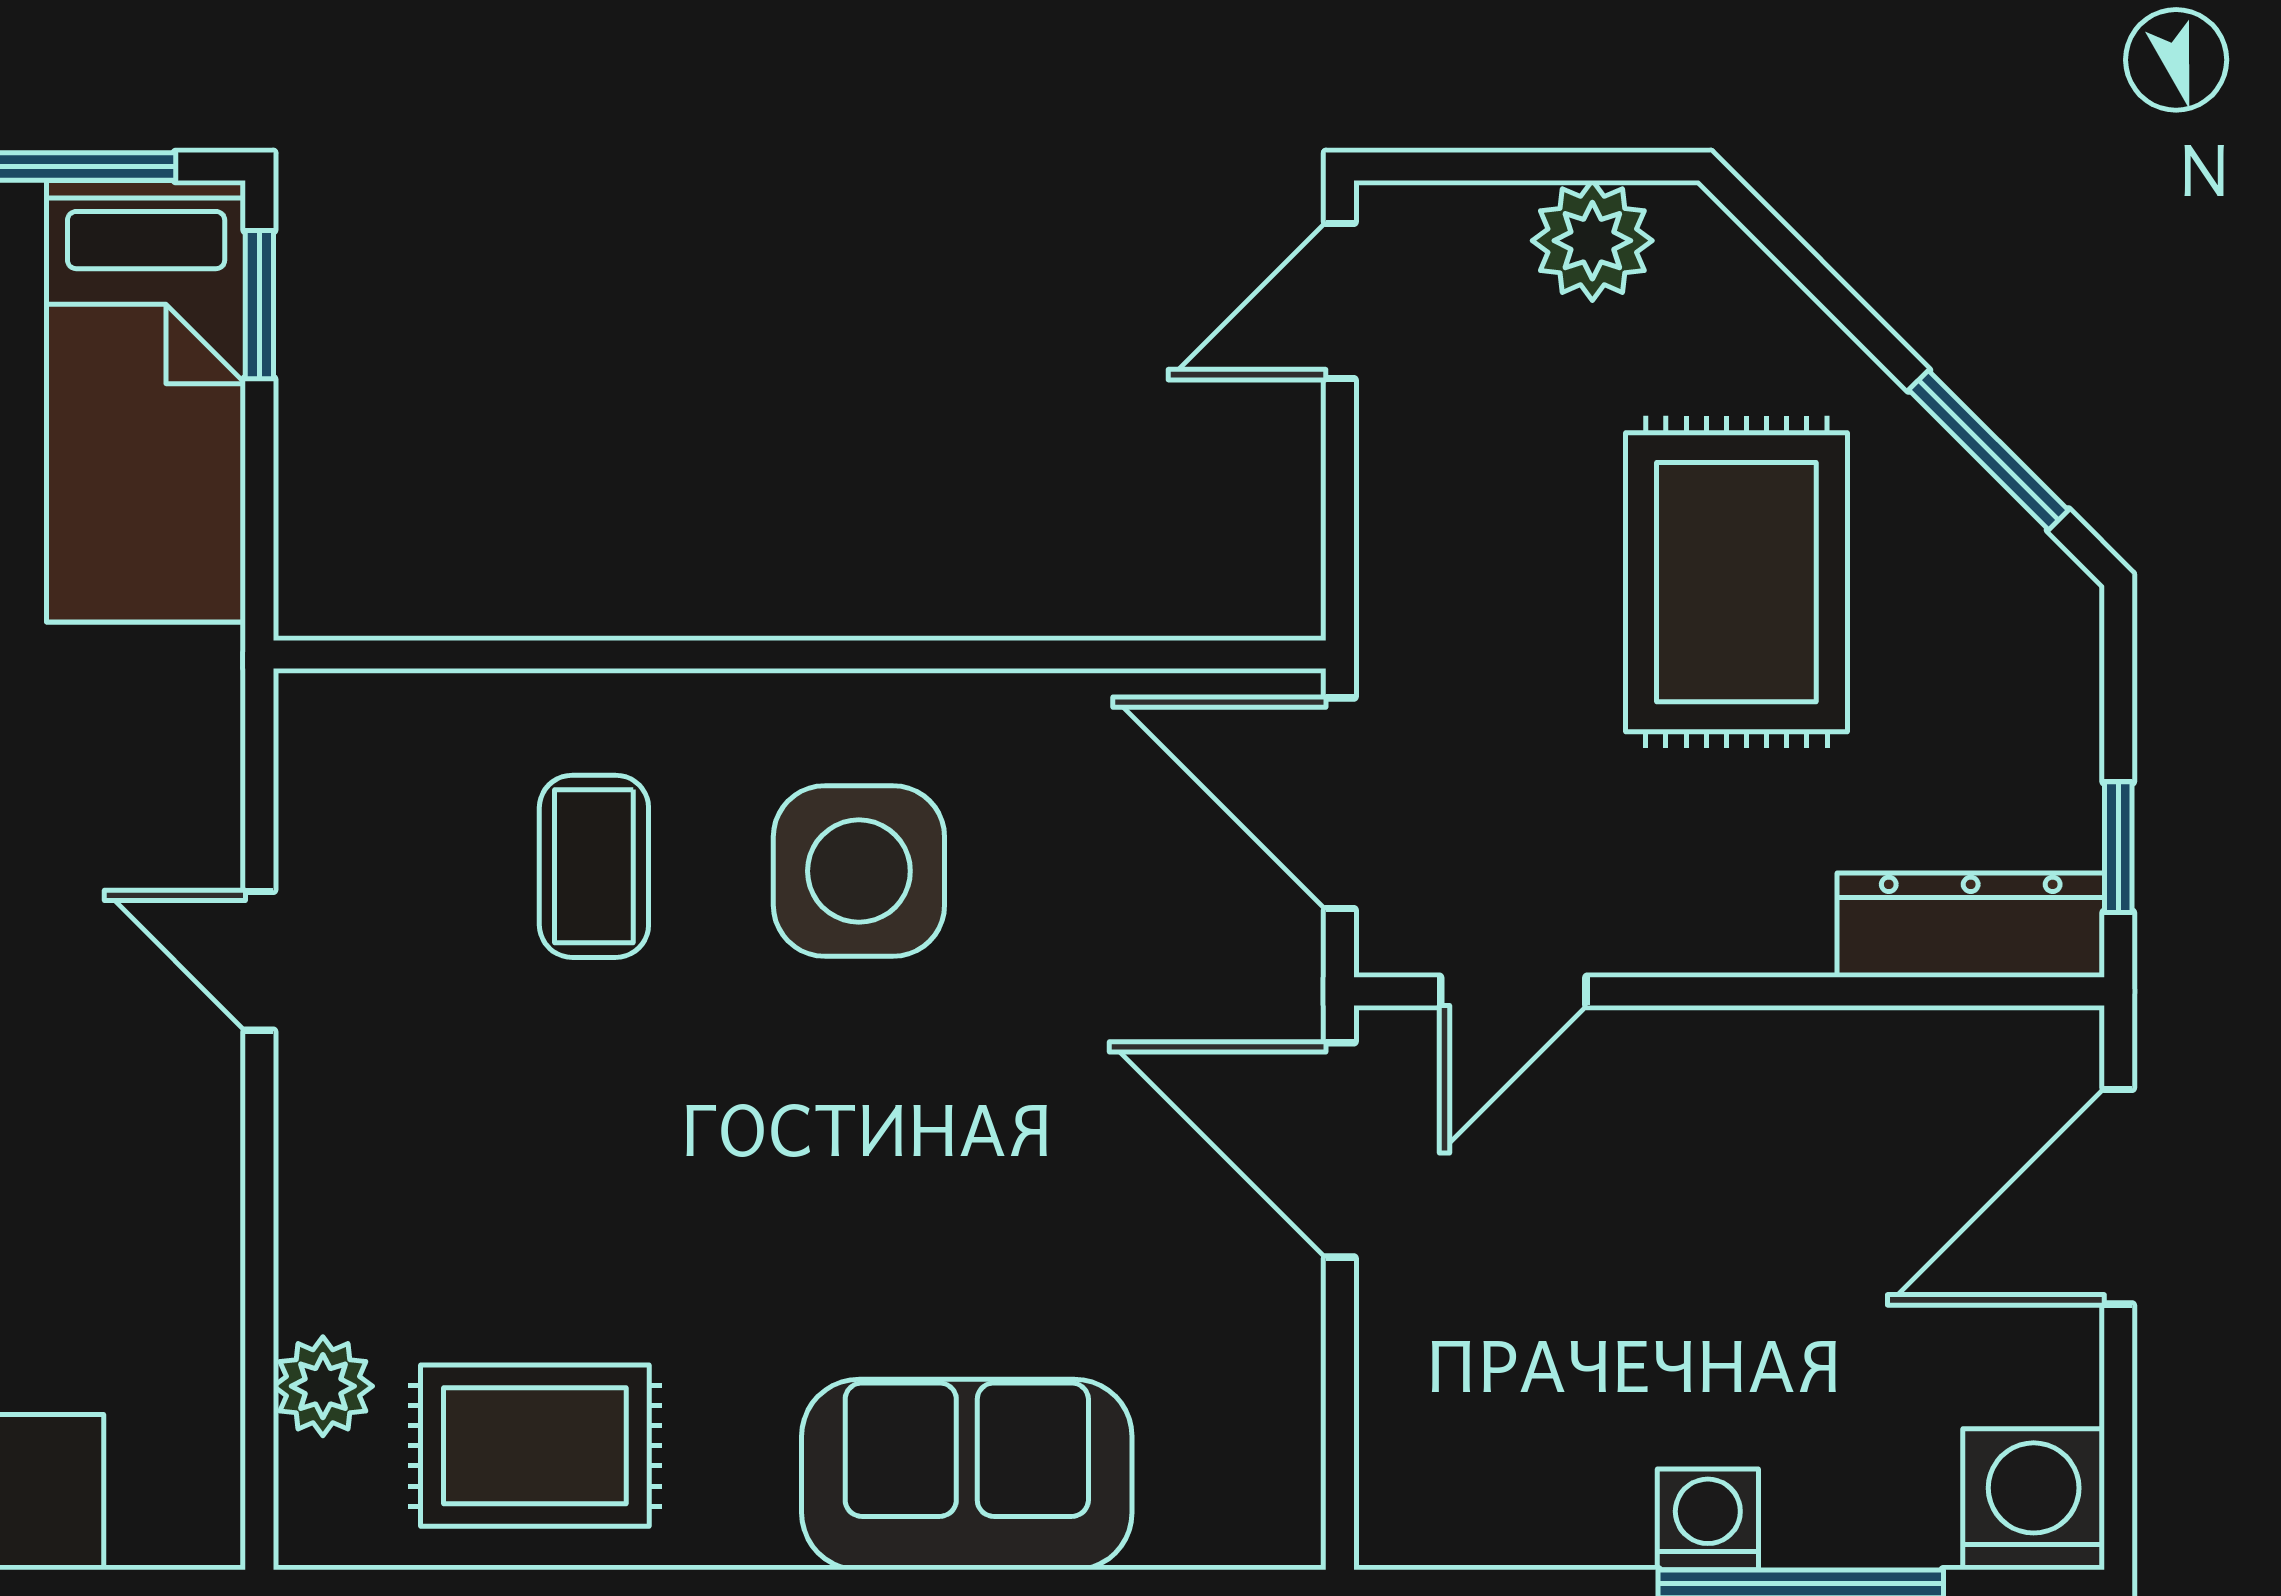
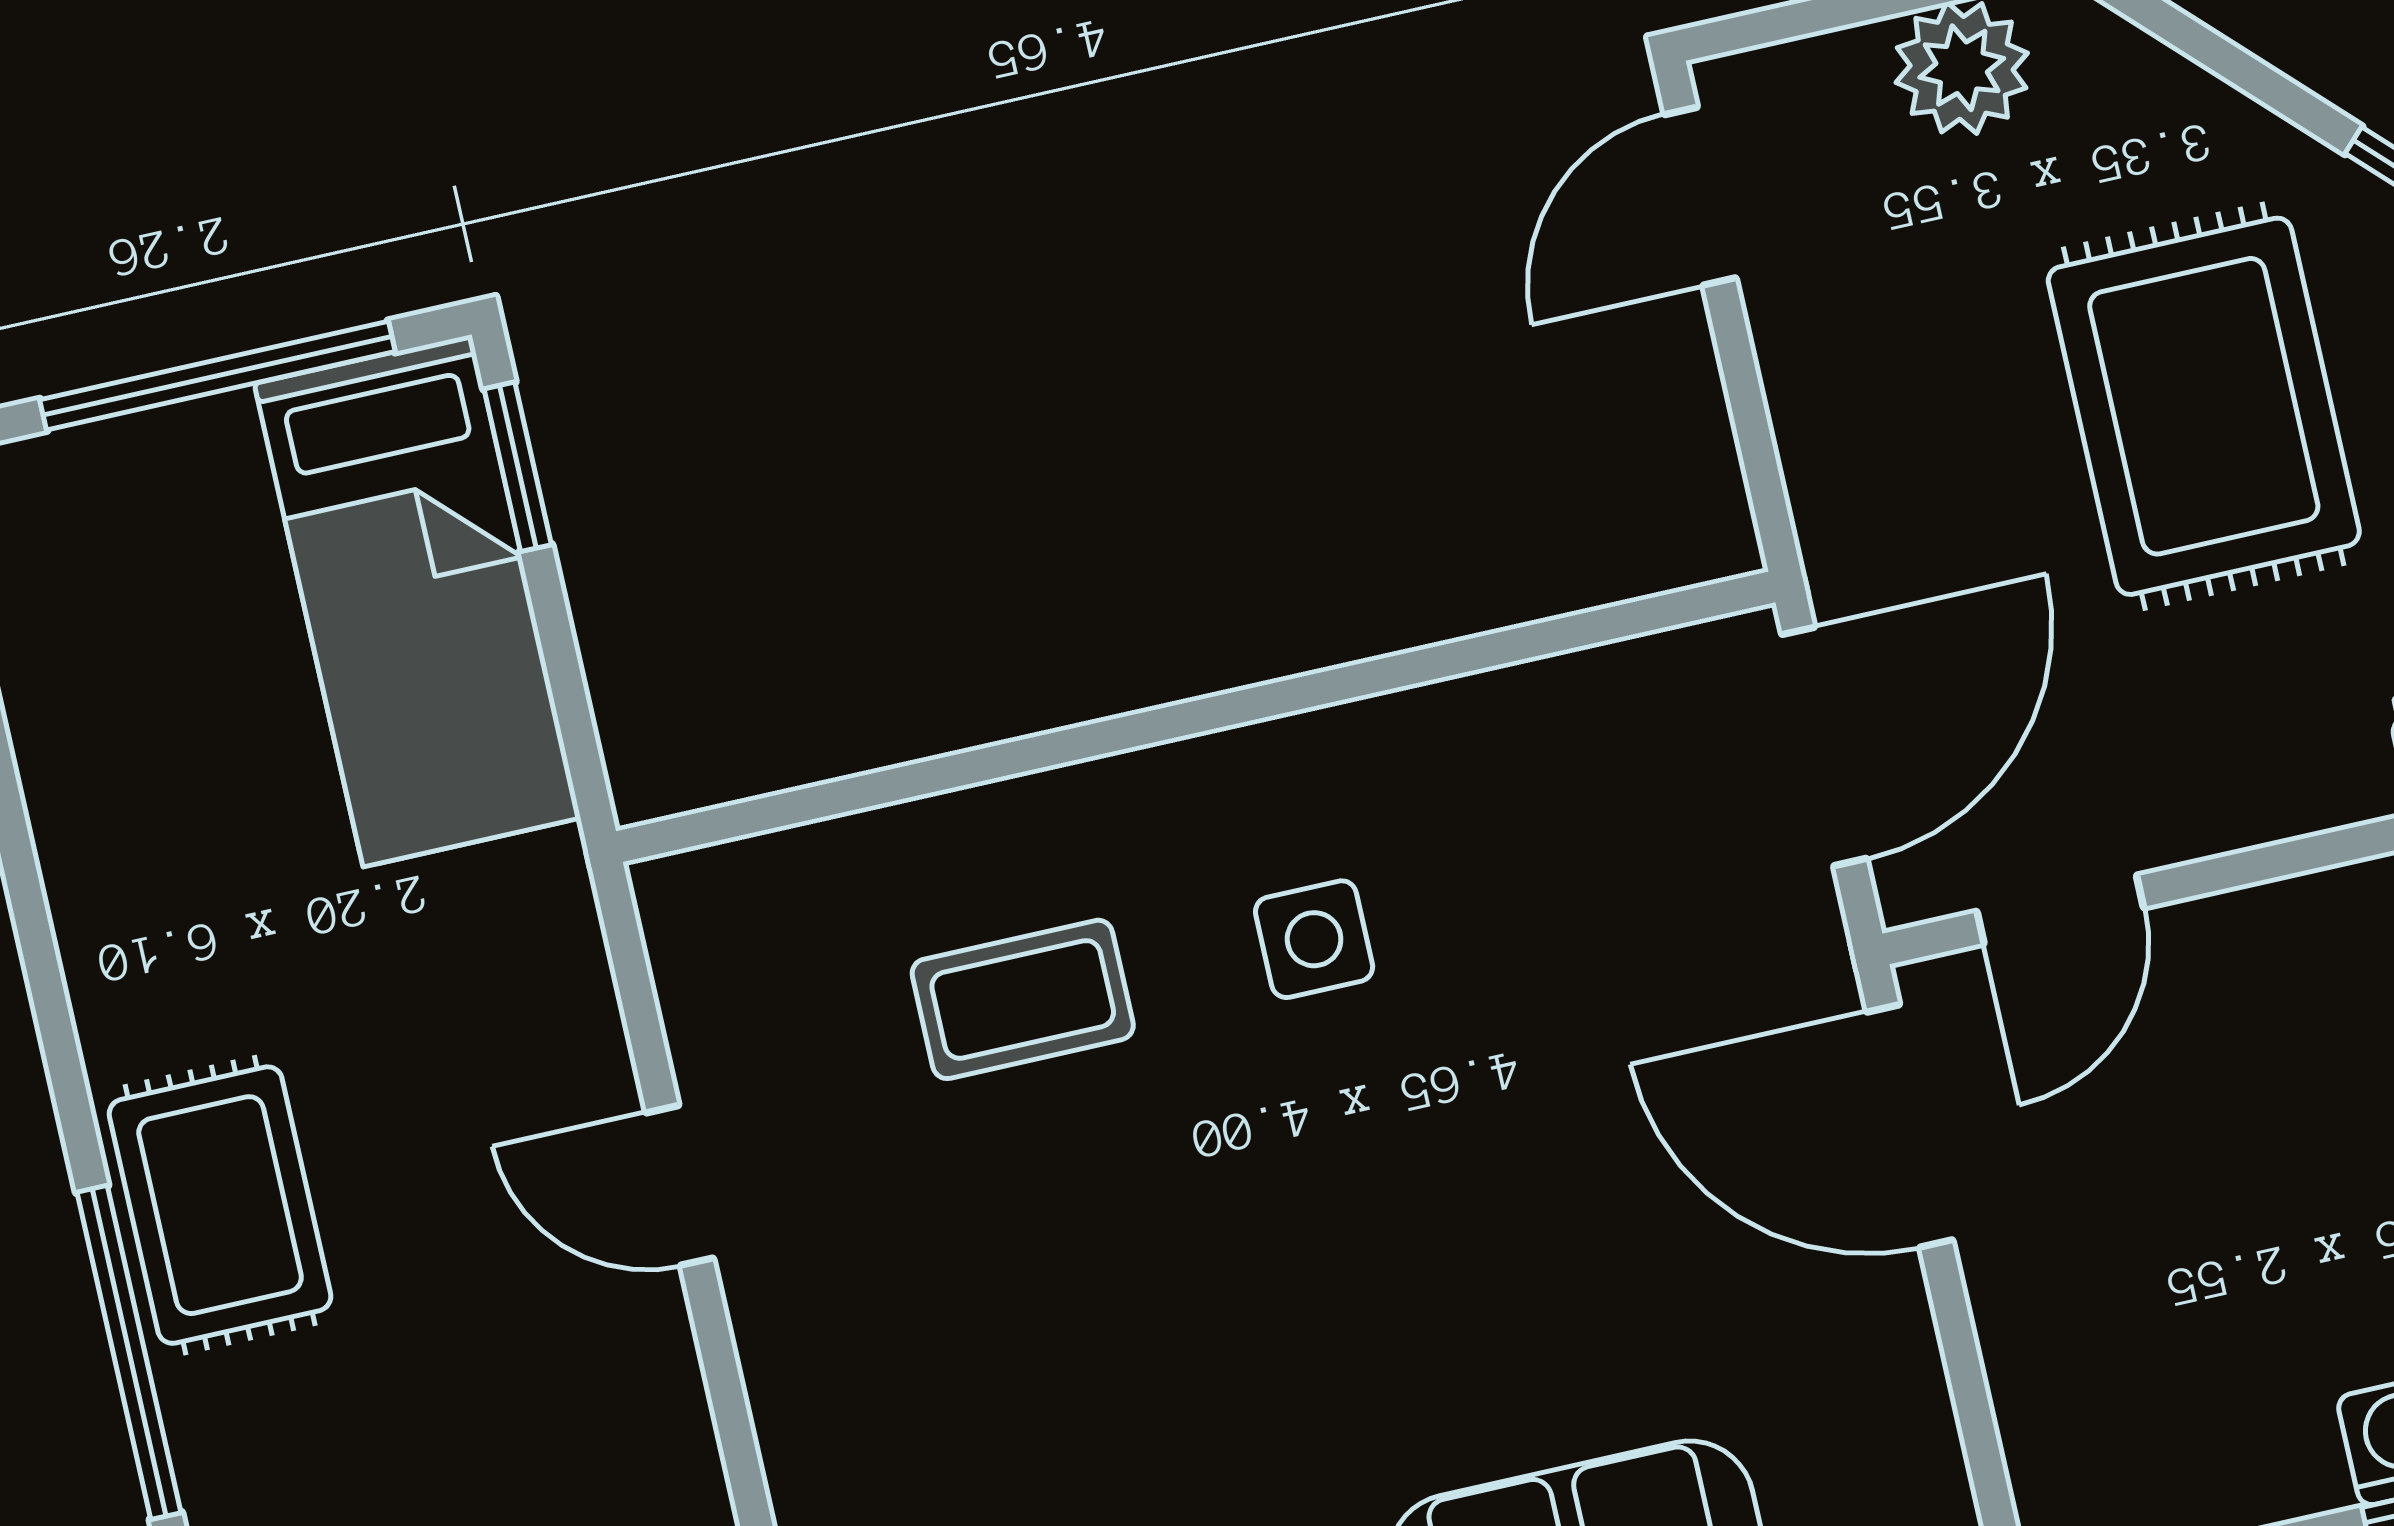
door: (1340, 803) -> (1824, 746), swing flipped
coffee table: (594, 866) -> (1023, 999), turned 90
side table: (859, 871) -> (1314, 939), width x0.54, depth x0.54

